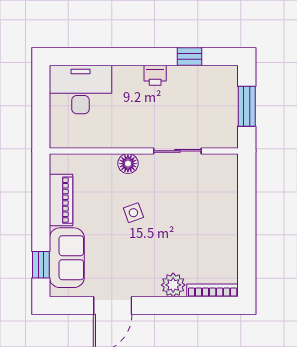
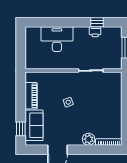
printer: (155, 75) -> (95, 32), moved
desk: (80, 90) -> (57, 39), moved
floor lamp: (128, 164) -> (65, 77), removed

